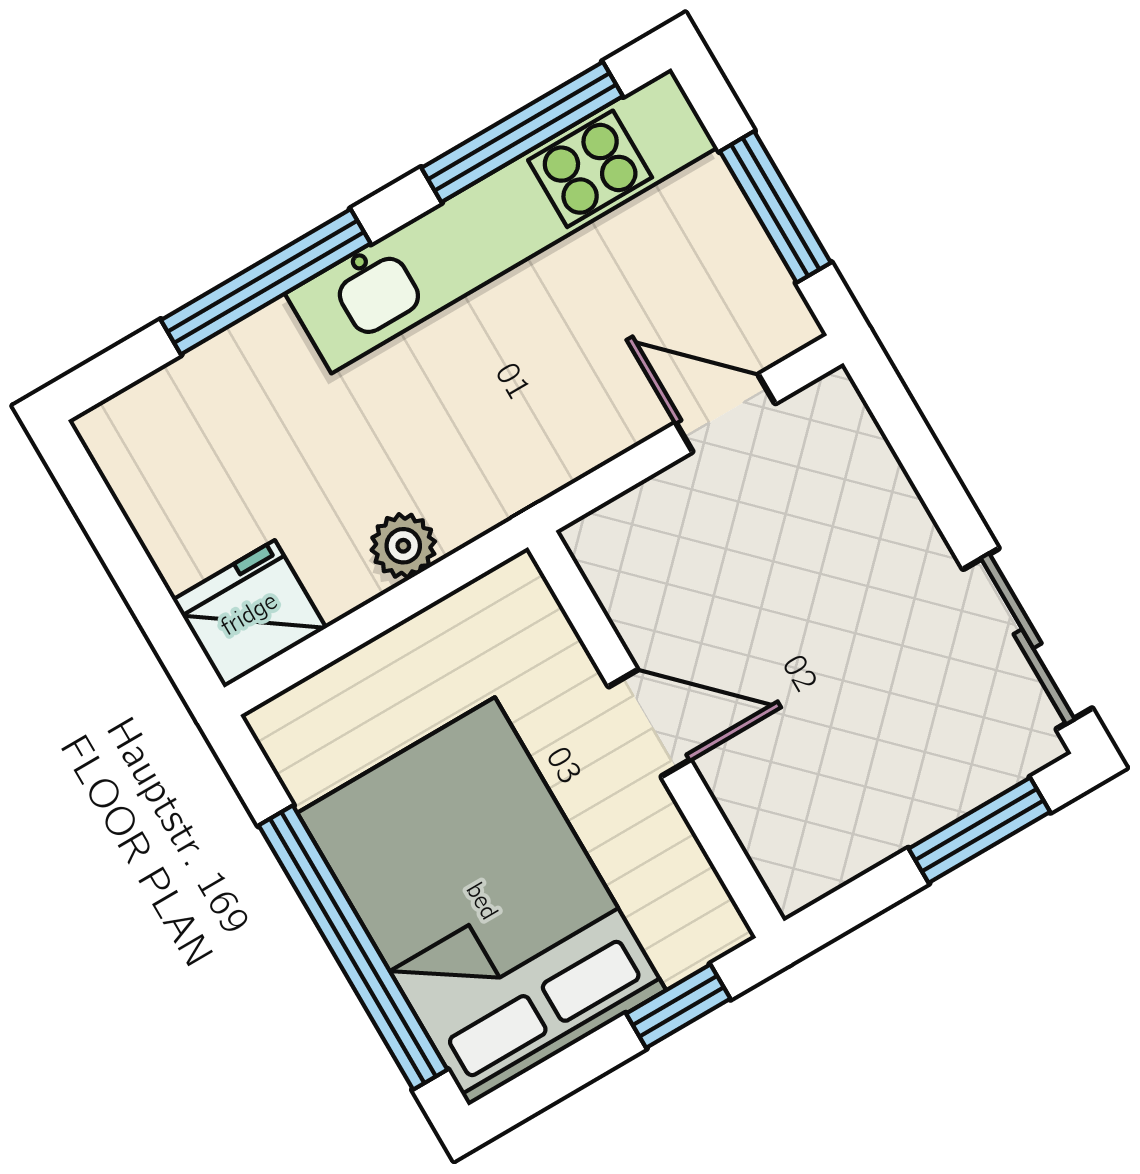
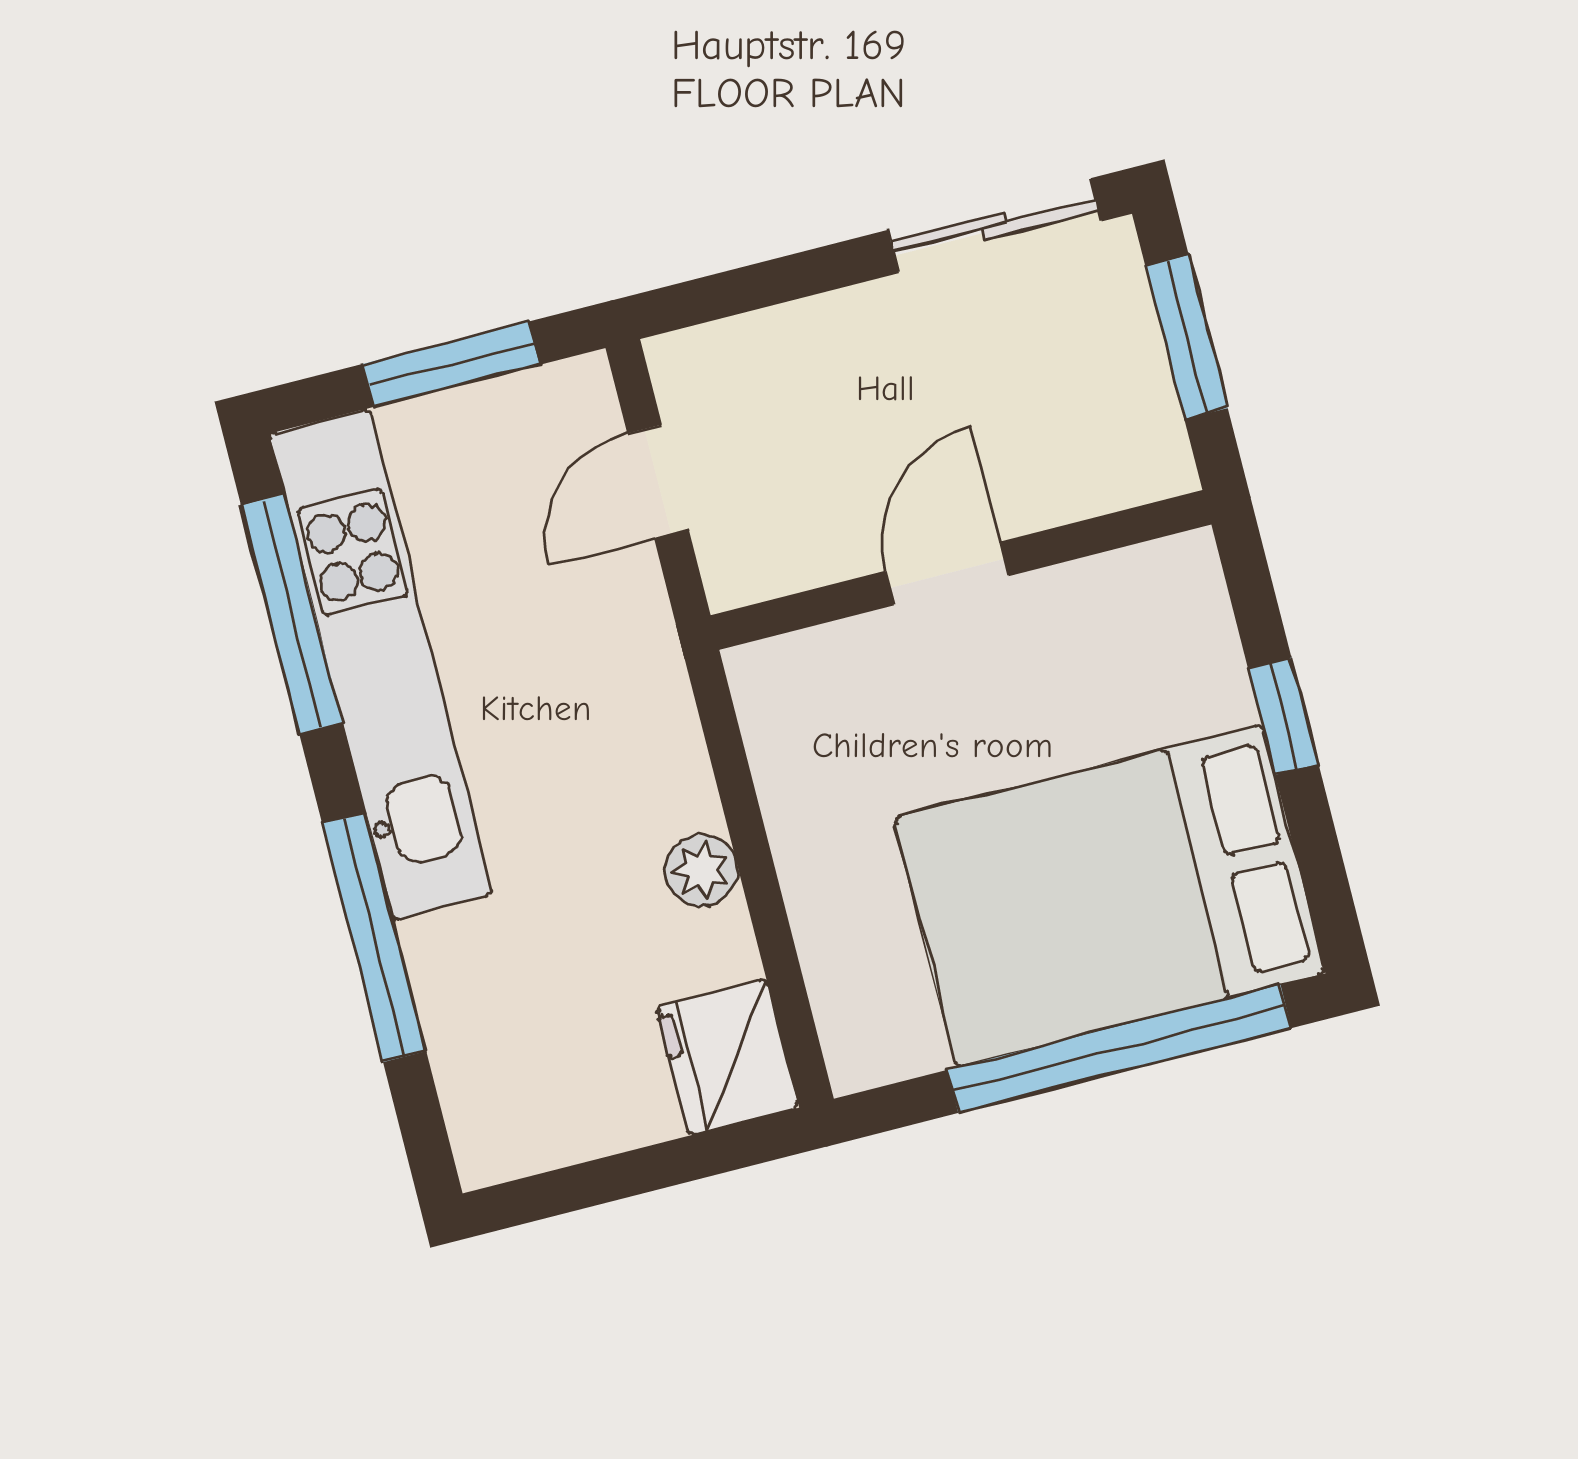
door: (649, 723) -> (947, 573), moved
wall: (656, 734) -> (961, 570), moved

